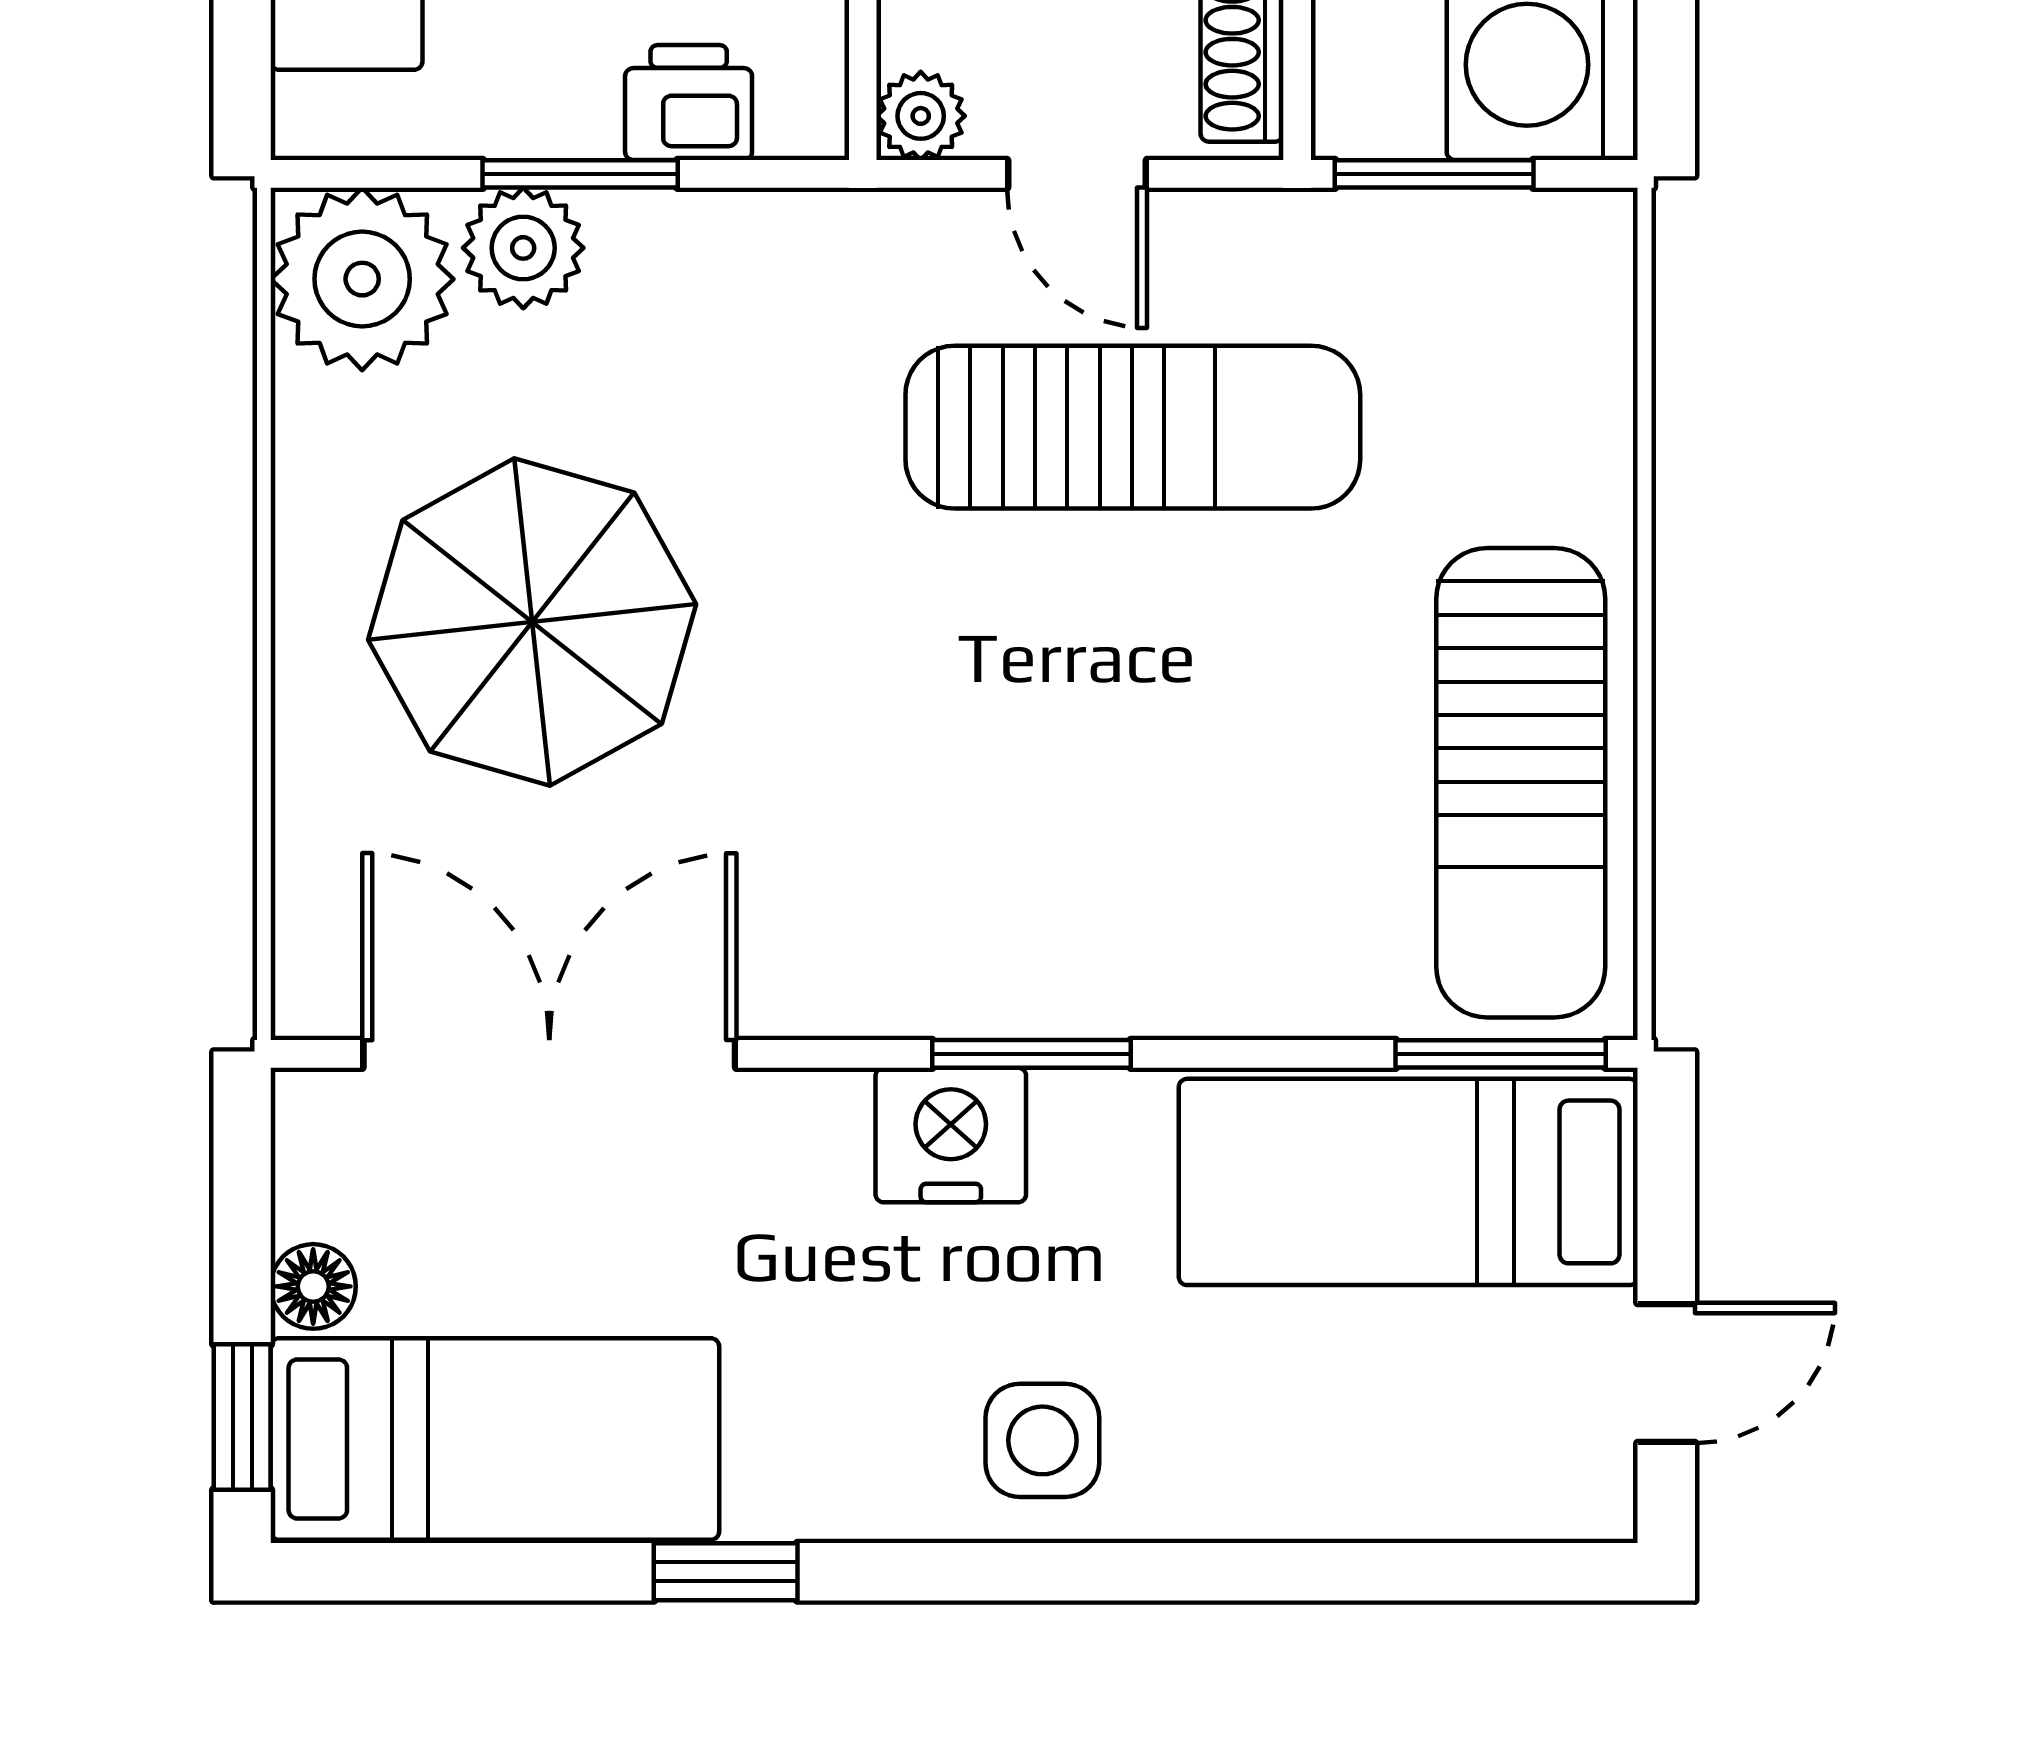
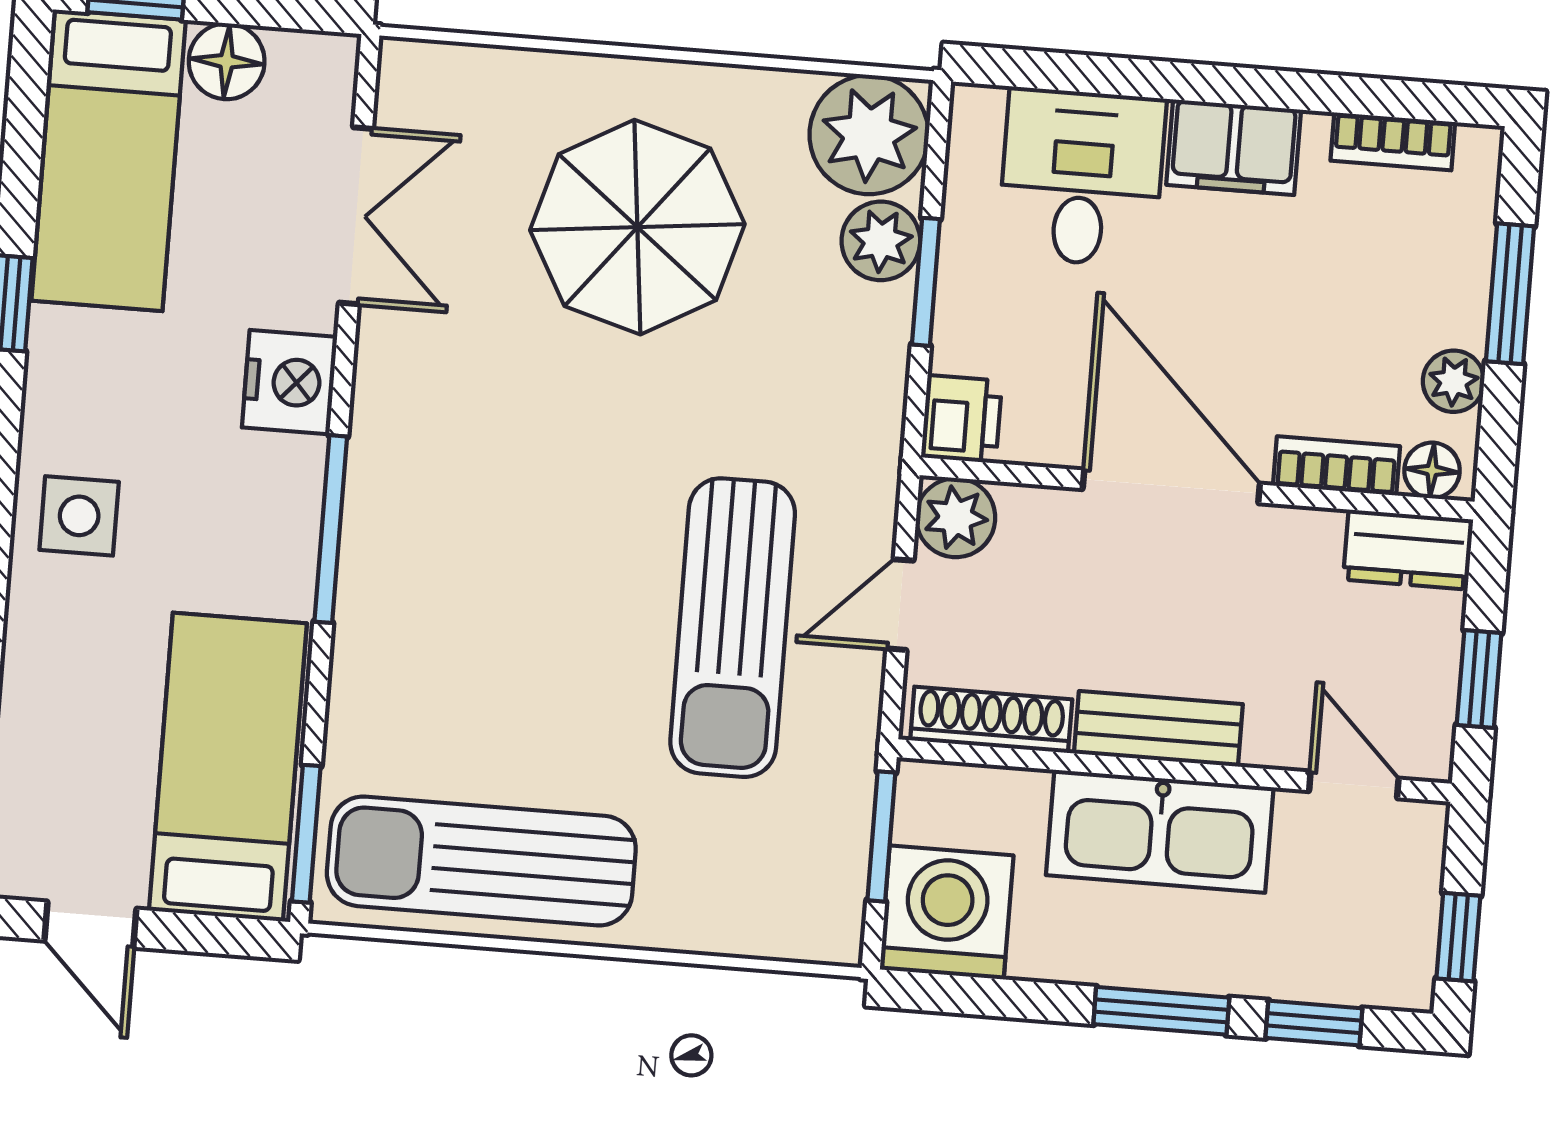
printer: (689, 103) -> (962, 419), moved
plant: (921, 116) -> (956, 518), width x1.38, depth x1.38
double door: (549, 1054) -> (356, 216), width x0.73
window: (1032, 1054) -> (331, 529), width x1.44
nightstand: (951, 1135) -> (289, 382), moved
floor lamp: (313, 1286) -> (227, 61), width x1.37, depth x1.37

